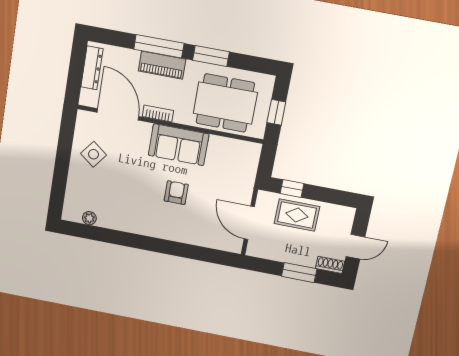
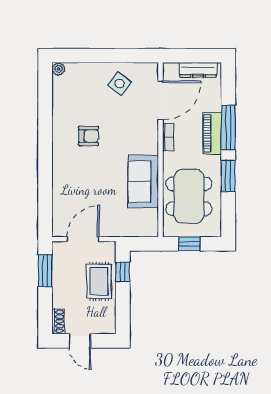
sofa: (179, 145) -> (143, 182), moved
armchair: (176, 193) -> (89, 136), moved
plant: (89, 218) -> (58, 69), moved
window: (299, 273) -> (45, 271), moved

